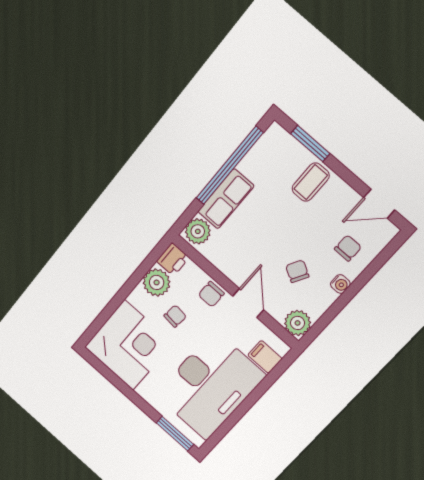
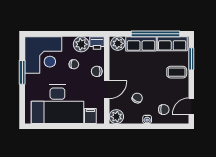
row of seats: (264, 153) -> (172, 44), added
door: (379, 204) -> (191, 106), hinge flipped
window: (175, 434) -> (22, 72), moved

